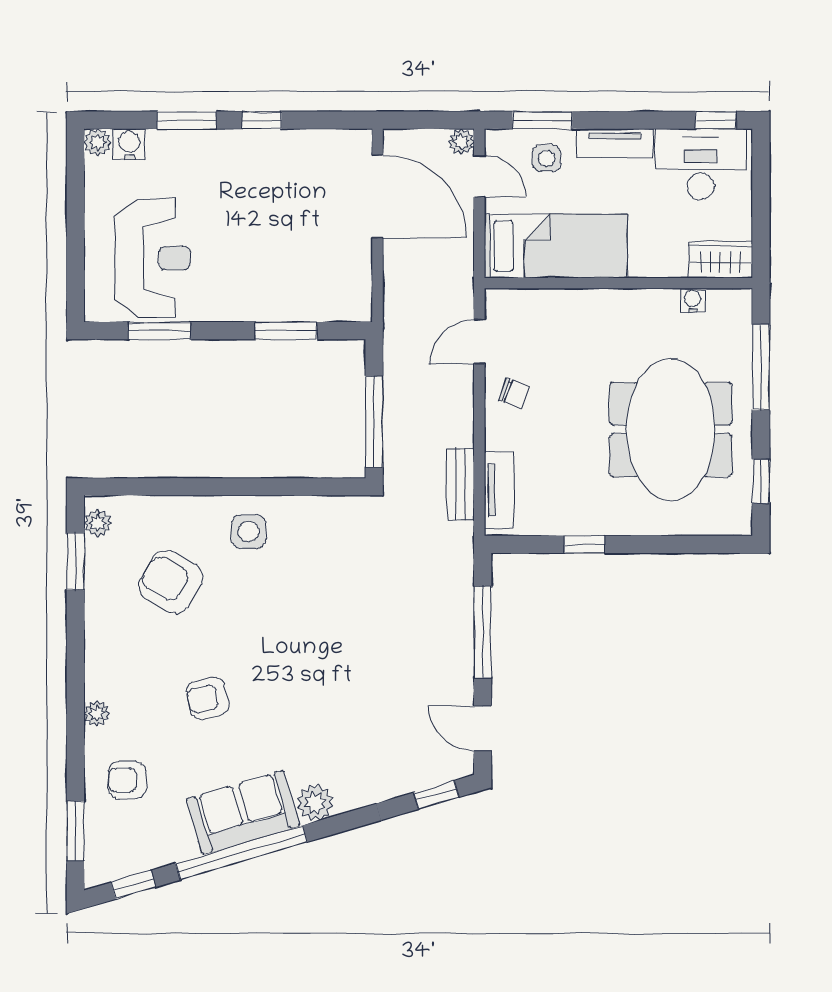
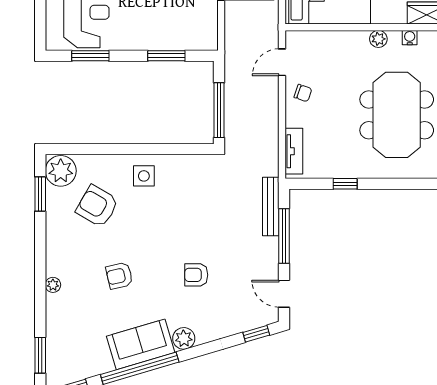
plant: (640, 303) -> (378, 39), added
bench: (460, 484) -> (271, 206), moved, width x1.36
plant: (98, 523) -> (61, 171), width x1.87, depth x1.87
armchair: (127, 780) -> (196, 275), moved

